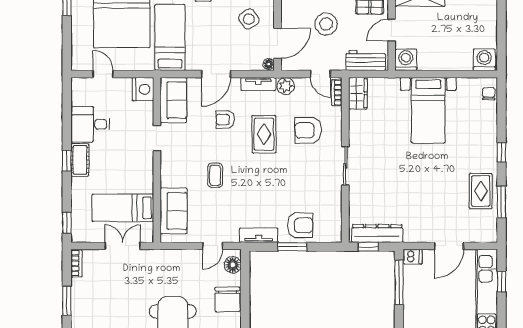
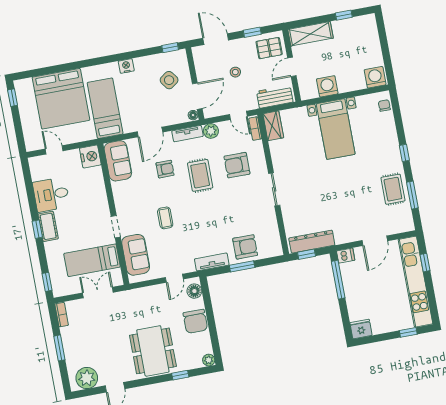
stool: (326, 24) -> (235, 72), width x0.53, depth x0.53
washing machine: (406, 60) -> (327, 86), moved
armchair: (225, 120) -> (165, 169), turned 180
doorway: (157, 138) -> (116, 227), moved

